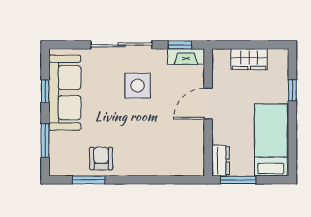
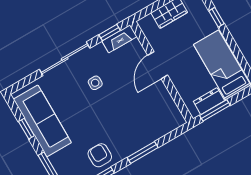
side table: (138, 86) -> (95, 83), width x0.54, depth x0.54
dresser: (221, 161) -> (209, 101), moved, turned -90
window: (144, 180) -> (143, 152), added

